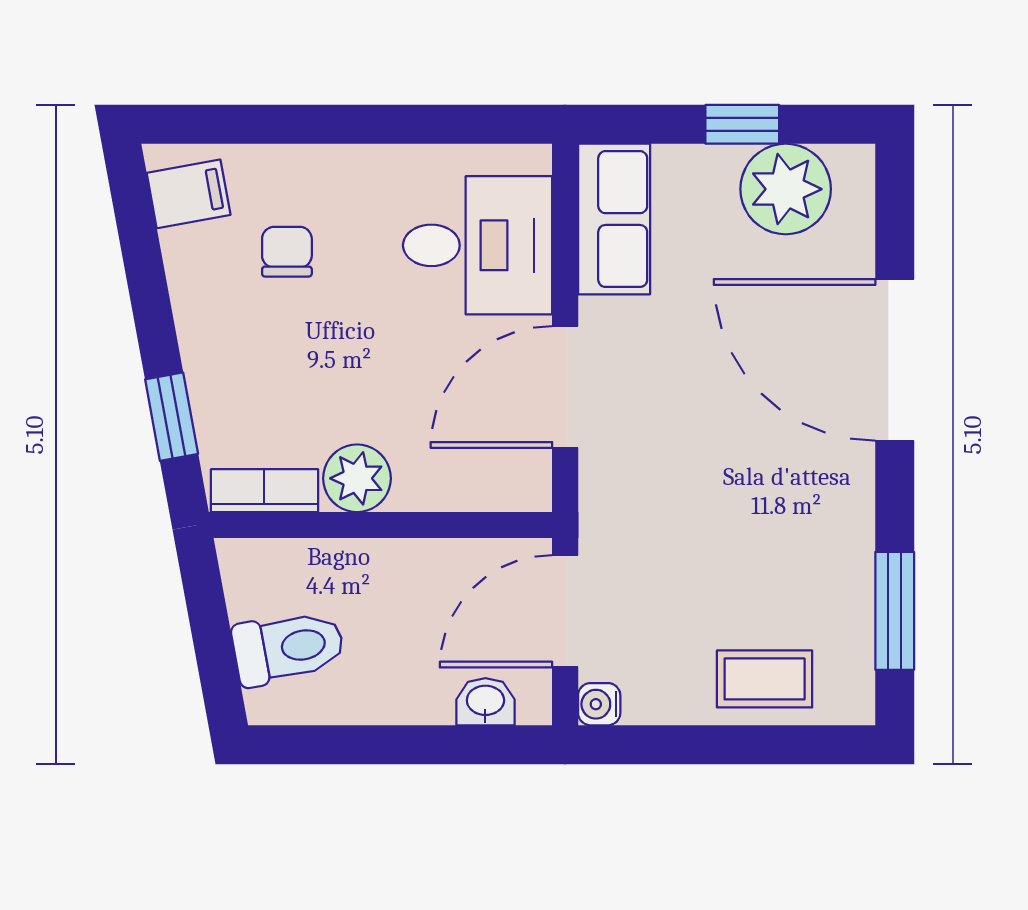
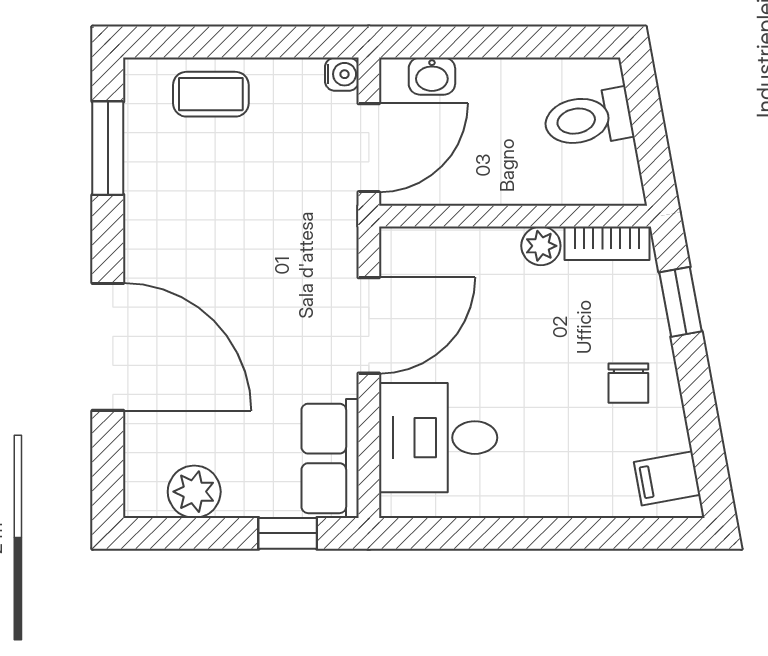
window: (742, 124) -> (288, 533), moved
plant: (786, 189) -> (194, 492), width x0.73, depth x0.73
chair: (287, 252) -> (628, 383), moved
plant: (357, 478) -> (541, 246), width x0.73, depth x0.73

